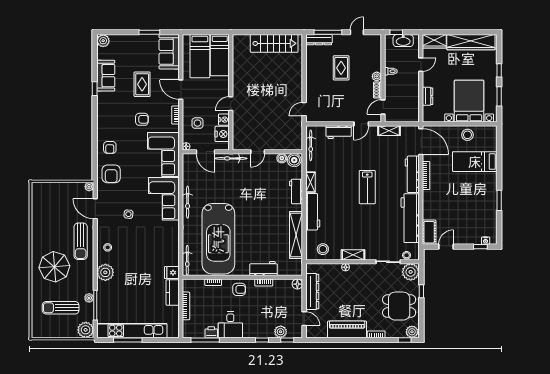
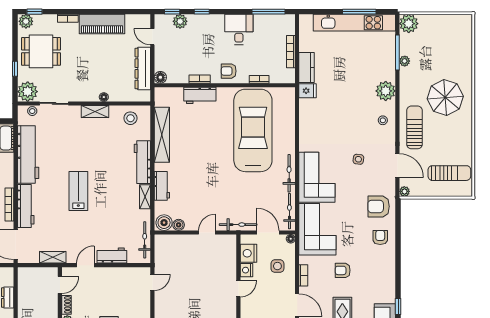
armchair: (111, 174) -> (379, 206), turned -90
bicycle: (187, 260) -> (289, 211), moved
sun lounger: (61, 308) -> (449, 173), moved
printer: (211, 332) -> (261, 21), removed

